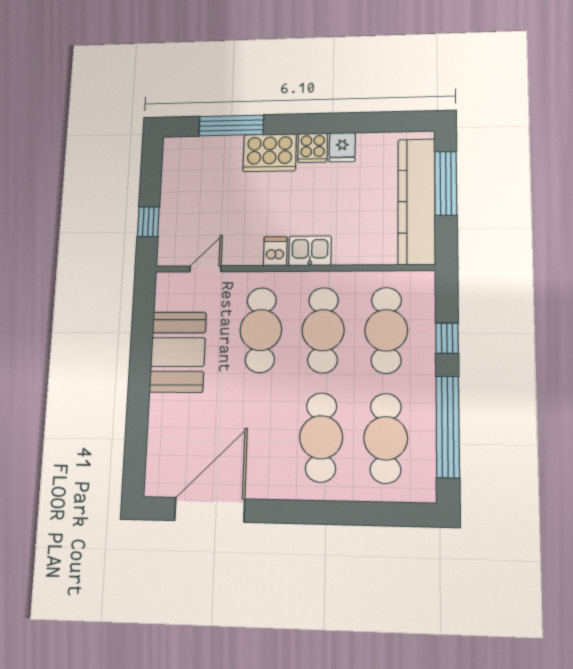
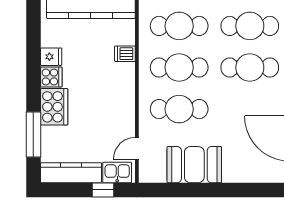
kitchen counter: (175, 177) -> (71, 173), added
dishwasher: (275, 251) -> (125, 54), moved
kitchen sink: (310, 251) -> (117, 172), moved, turned 90
door: (205, 269) -> (137, 148), hinge flipped

